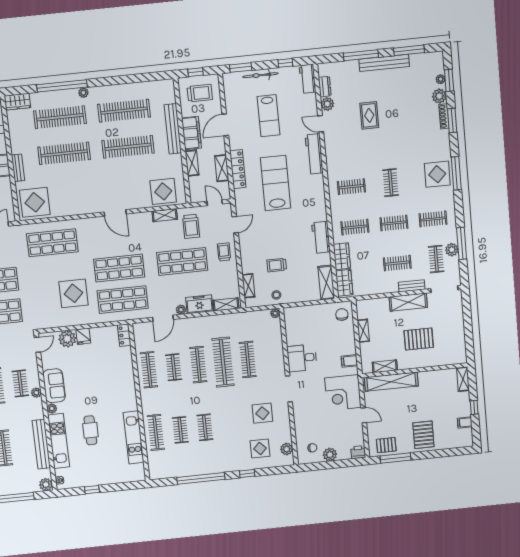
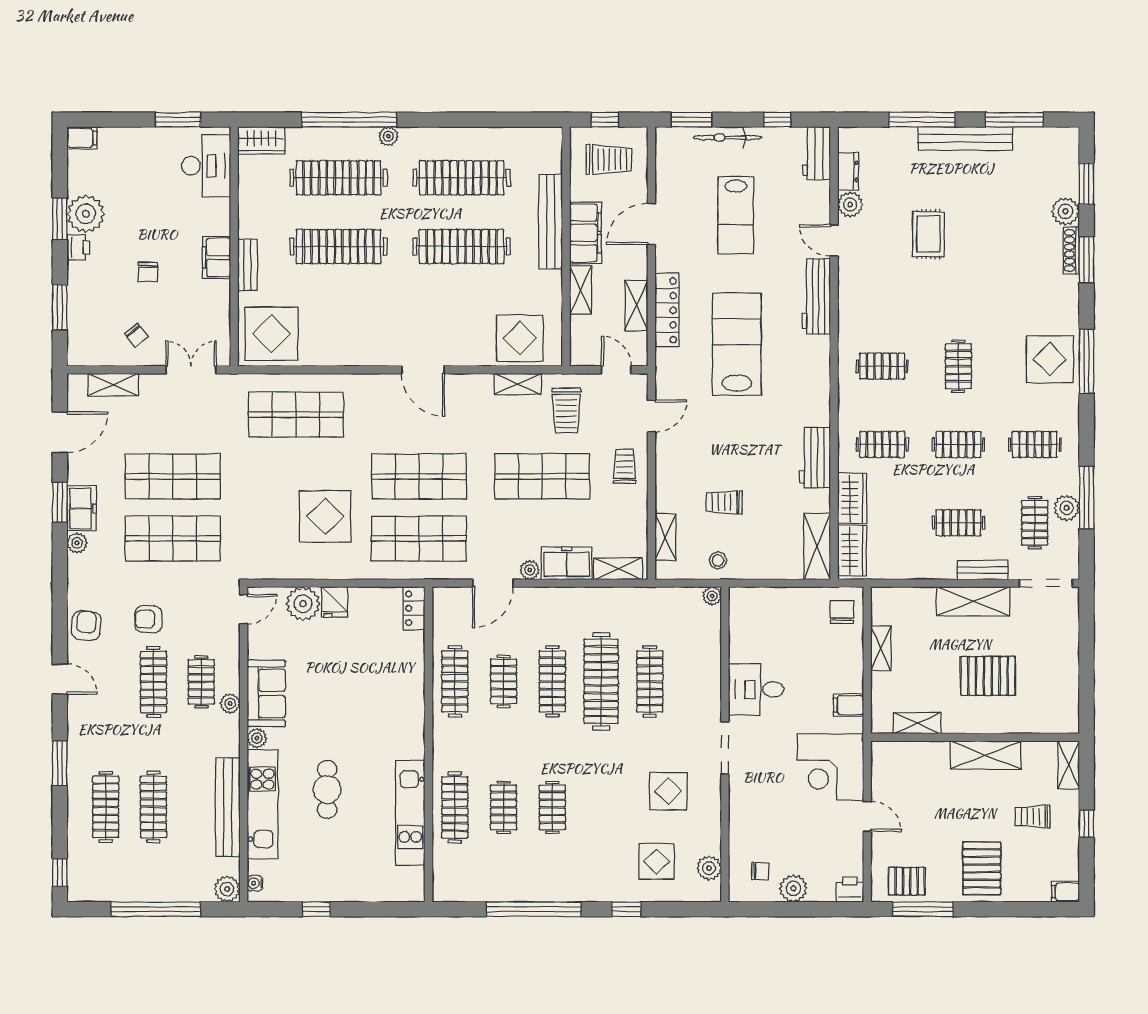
plant: (441, 79) -> (1070, 180), removed
shelving: (391, 382) -> (986, 755), moved, width x0.68
trolley: (447, 407) -> (1033, 817), added
filing cabinet: (465, 422) -> (1066, 892), moved

